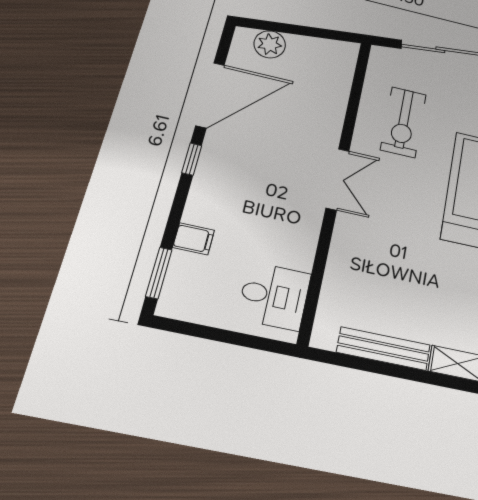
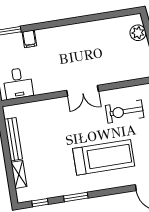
door: (210, 95) -> (100, 17), removed
window: (192, 159) -> (65, 22), removed

